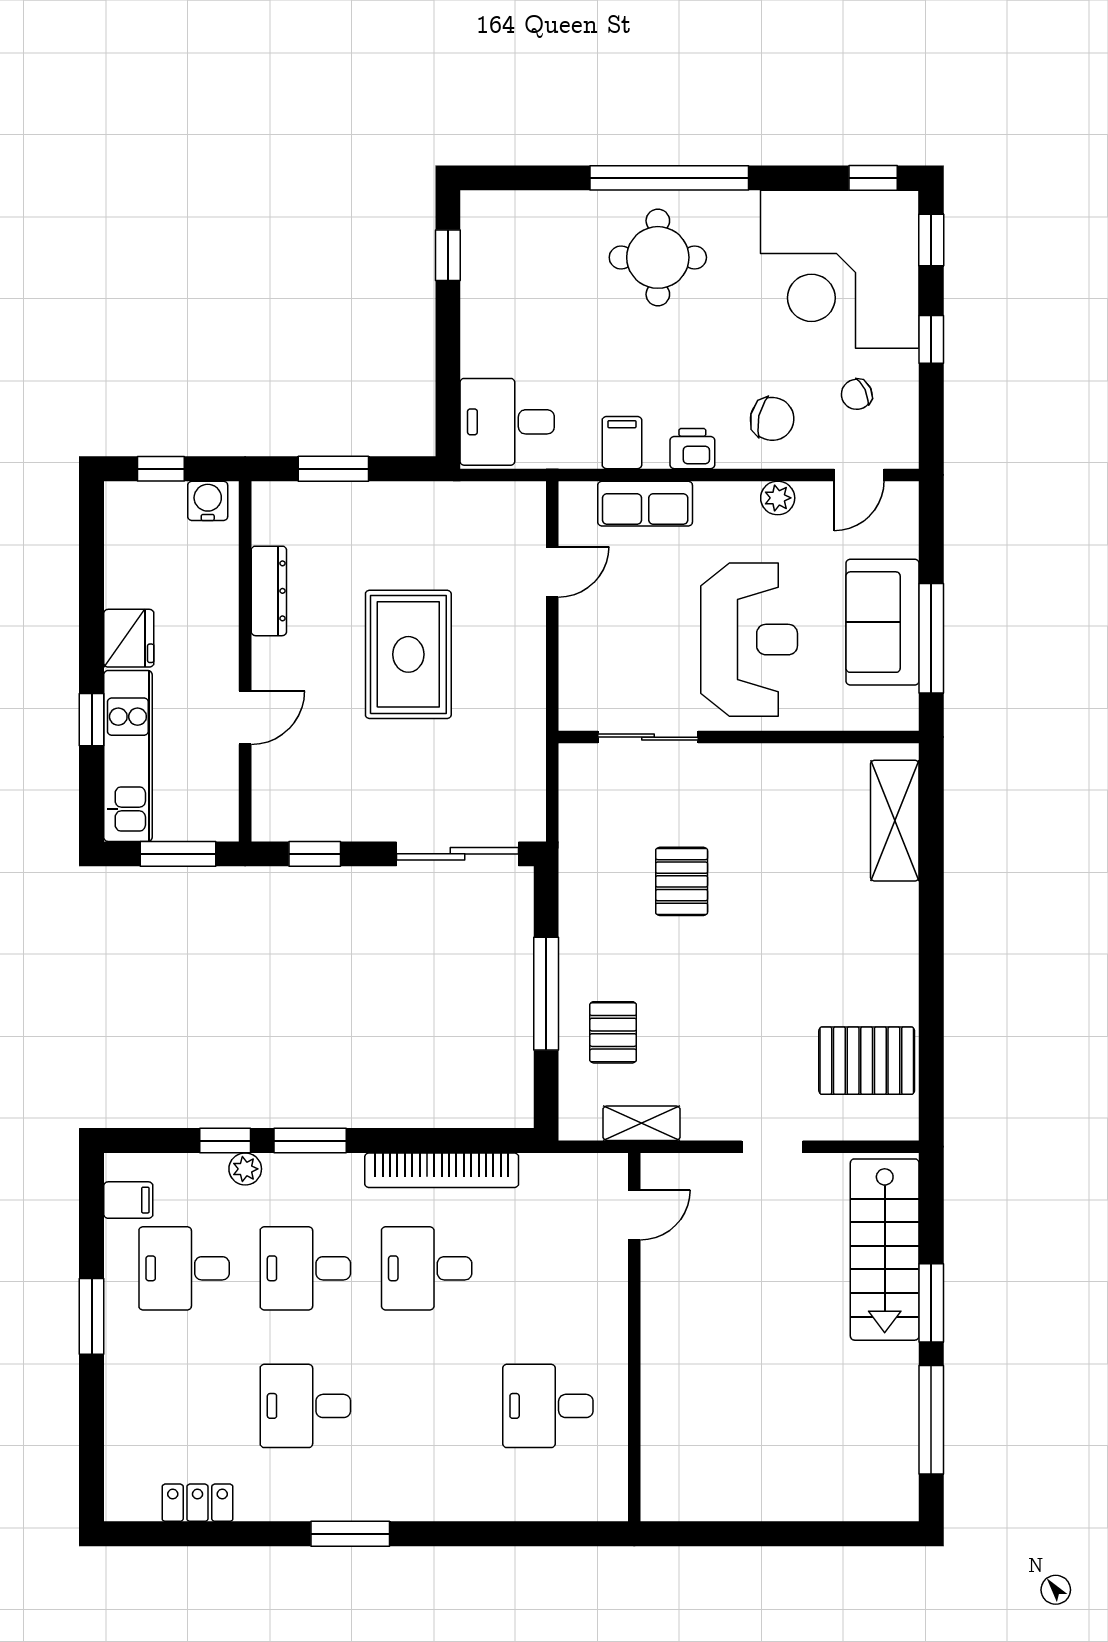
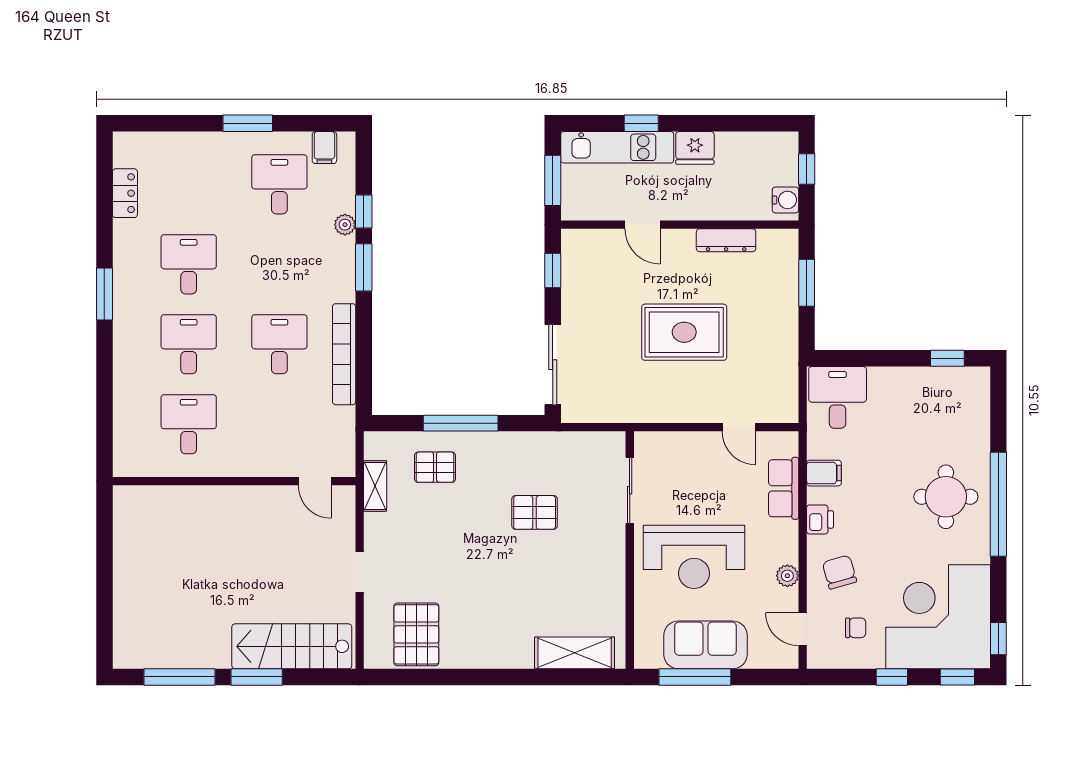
chair: (857, 394) -> (856, 628), turned 115
chair: (772, 419) -> (839, 572), turned 151
desk: (305, 1268) -> (189, 344), moved

